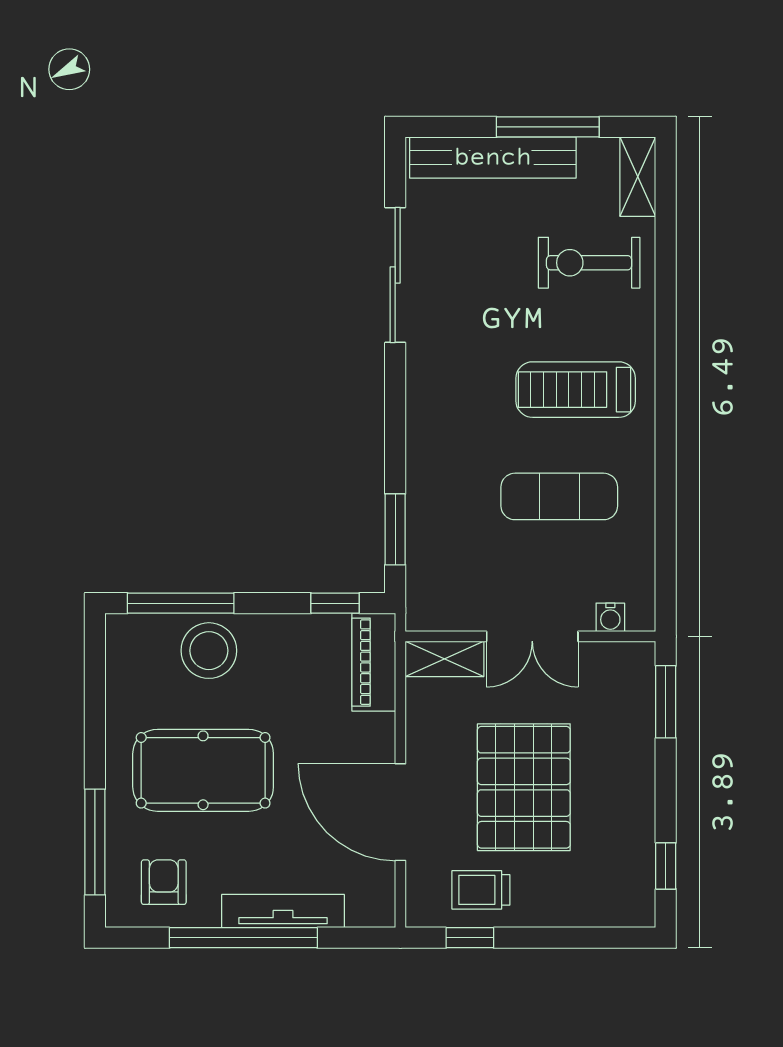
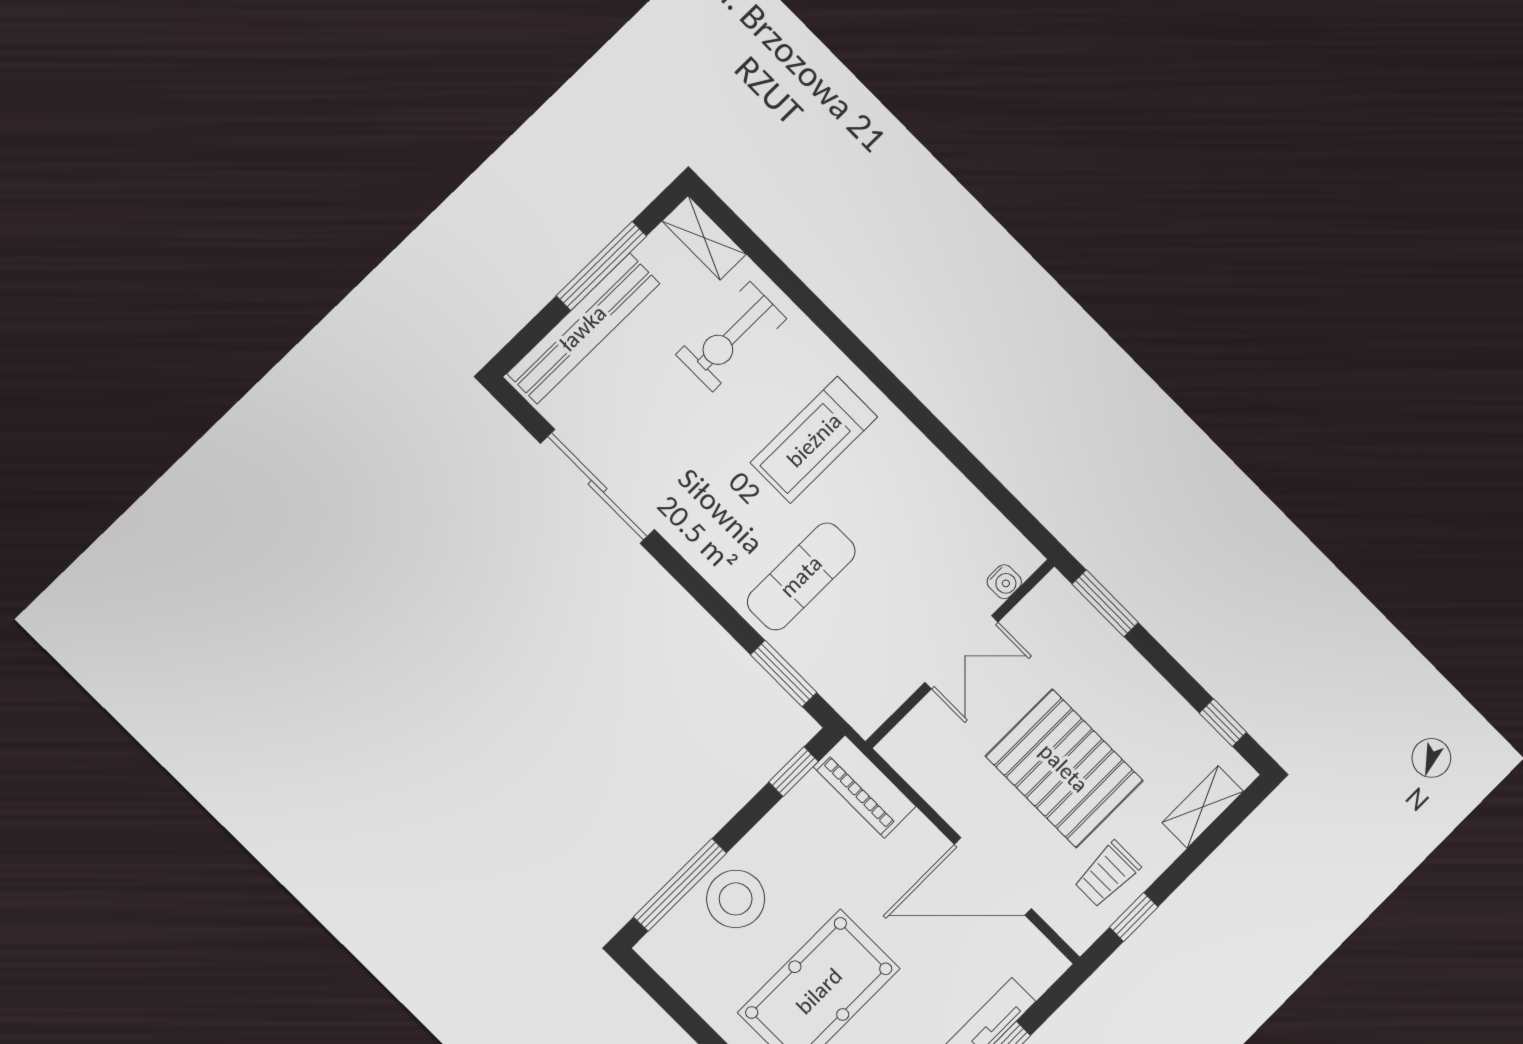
exercise mat: (559, 496) -> (801, 576), moved
shelving: (444, 659) -> (1203, 807), moved

